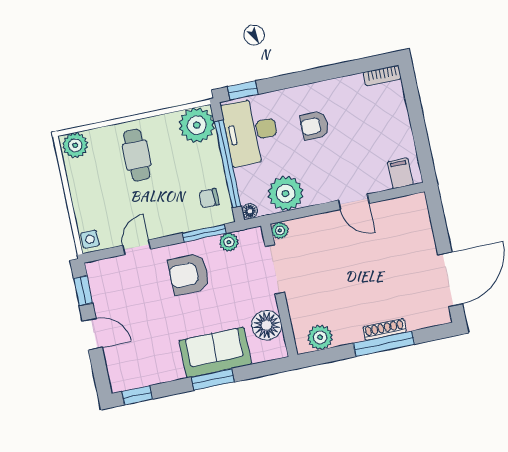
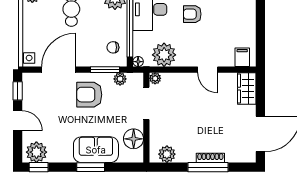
wardrobe: (416, 217) -> (247, 89), added
door: (137, 247) -> (59, 70), width x1.87
plant: (129, 374) -> (36, 152), added

